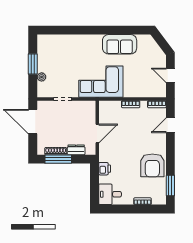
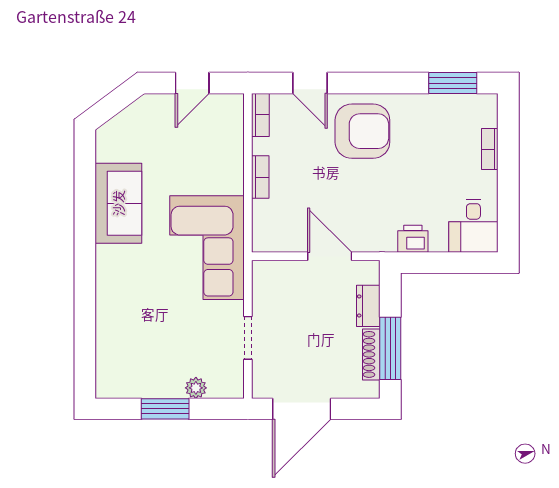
armchair: (152, 165) -> (362, 131), moved

